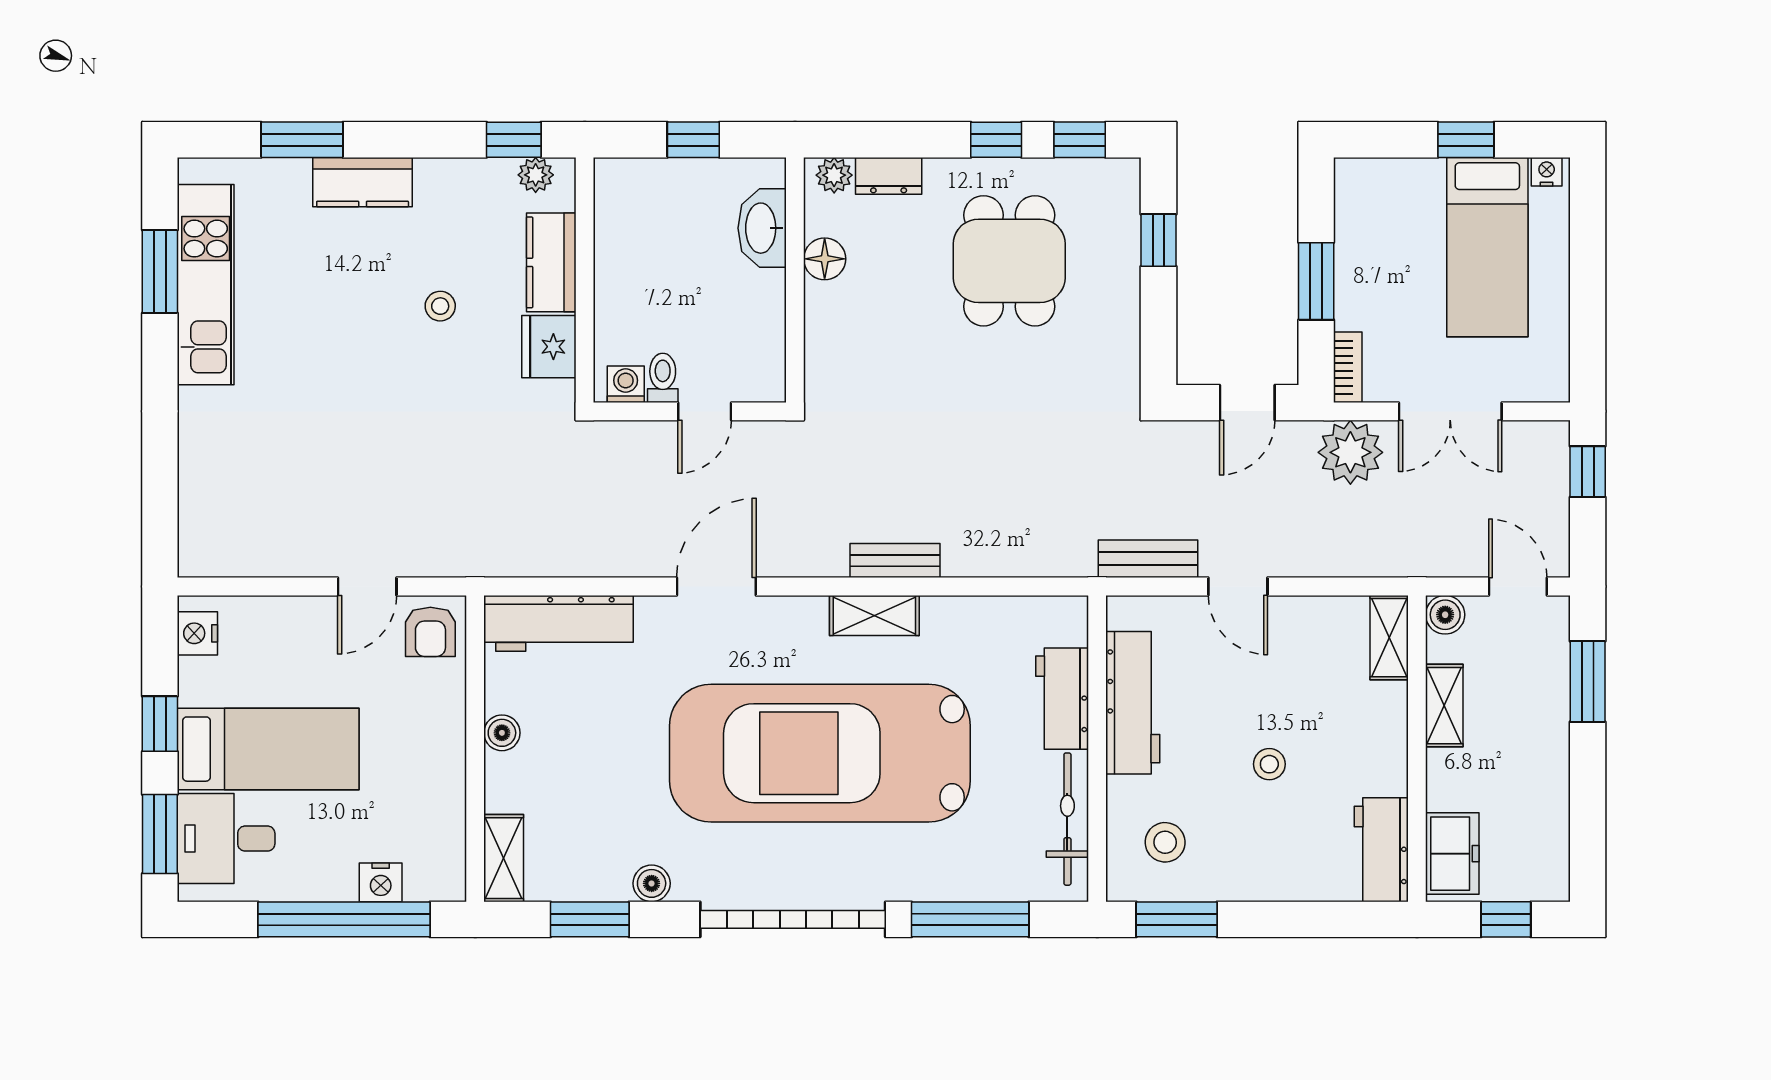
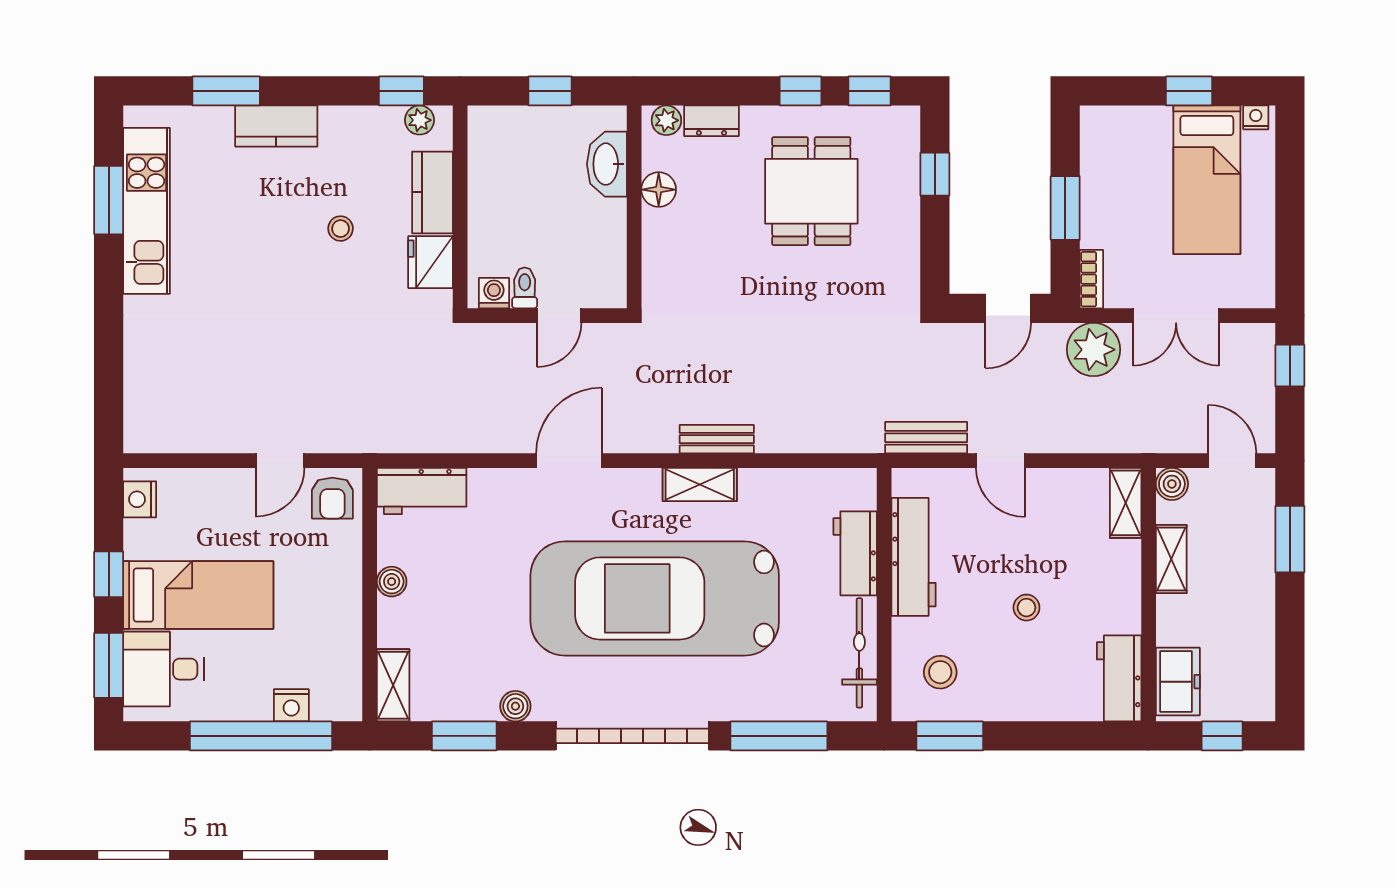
workbench: (559, 623) -> (422, 491), width x0.73

